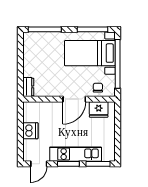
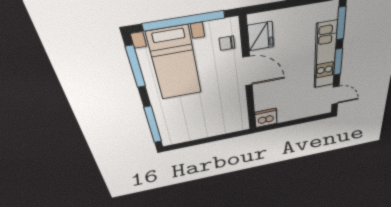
dresser: (28, 87) -> (236, 126), removed
dishwasher: (30, 131) -> (266, 118), moved

